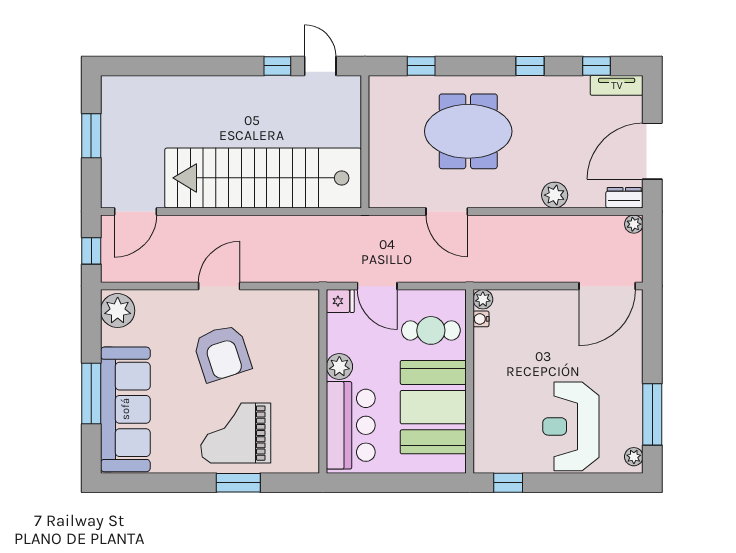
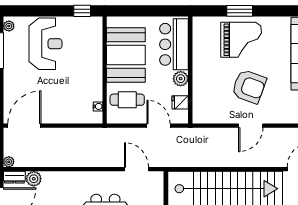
plant: (555, 195) -> (34, 179), moved
door: (447, 211) -> (136, 169), moved
plant: (483, 299) -> (97, 118), removed
fridge: (340, 301) -> (180, 102), moved
armchair: (222, 353) -> (249, 87), turned 128

